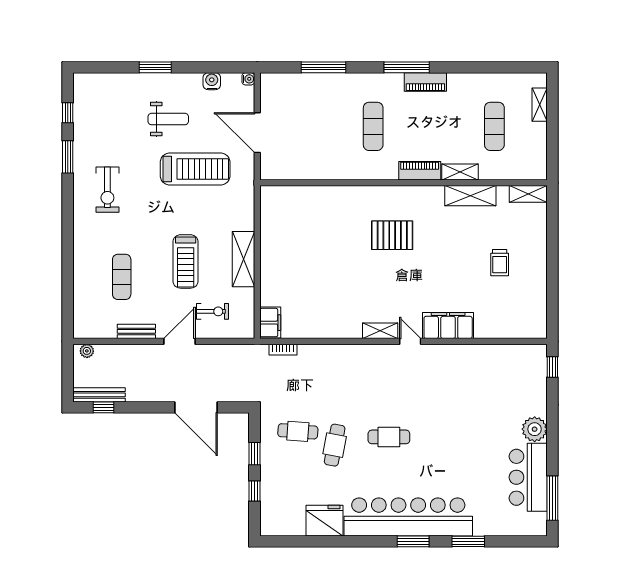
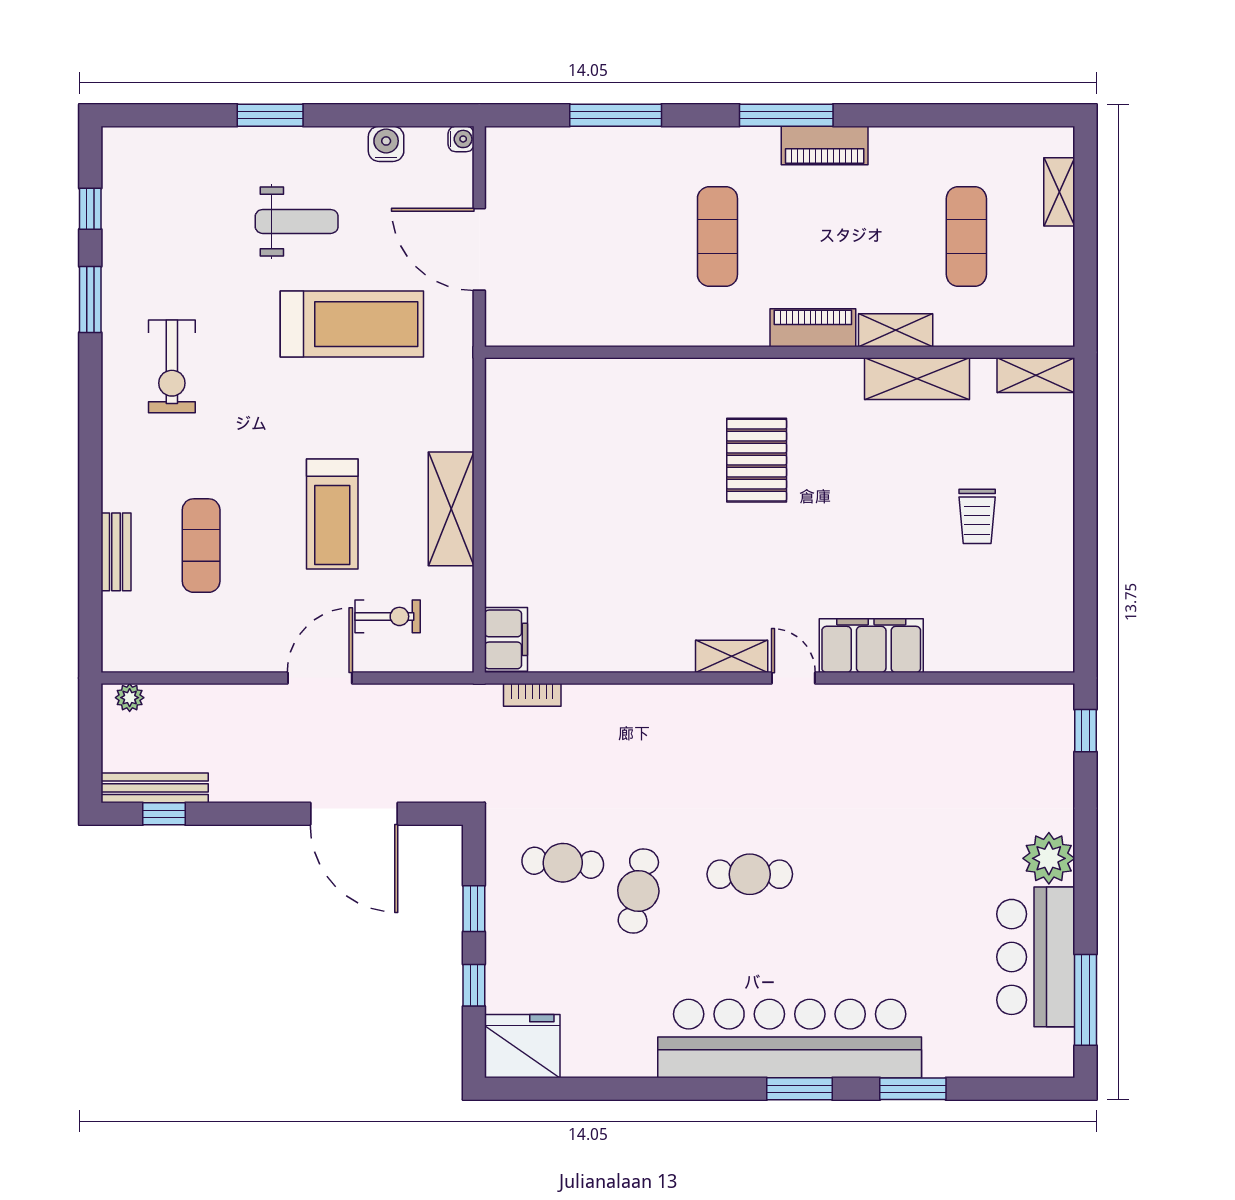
pallet: (392, 235) -> (757, 460), turned 90
bench: (136, 331) -> (116, 552), moved, turned 90
fridge: (324, 521) -> (522, 1046), moved

